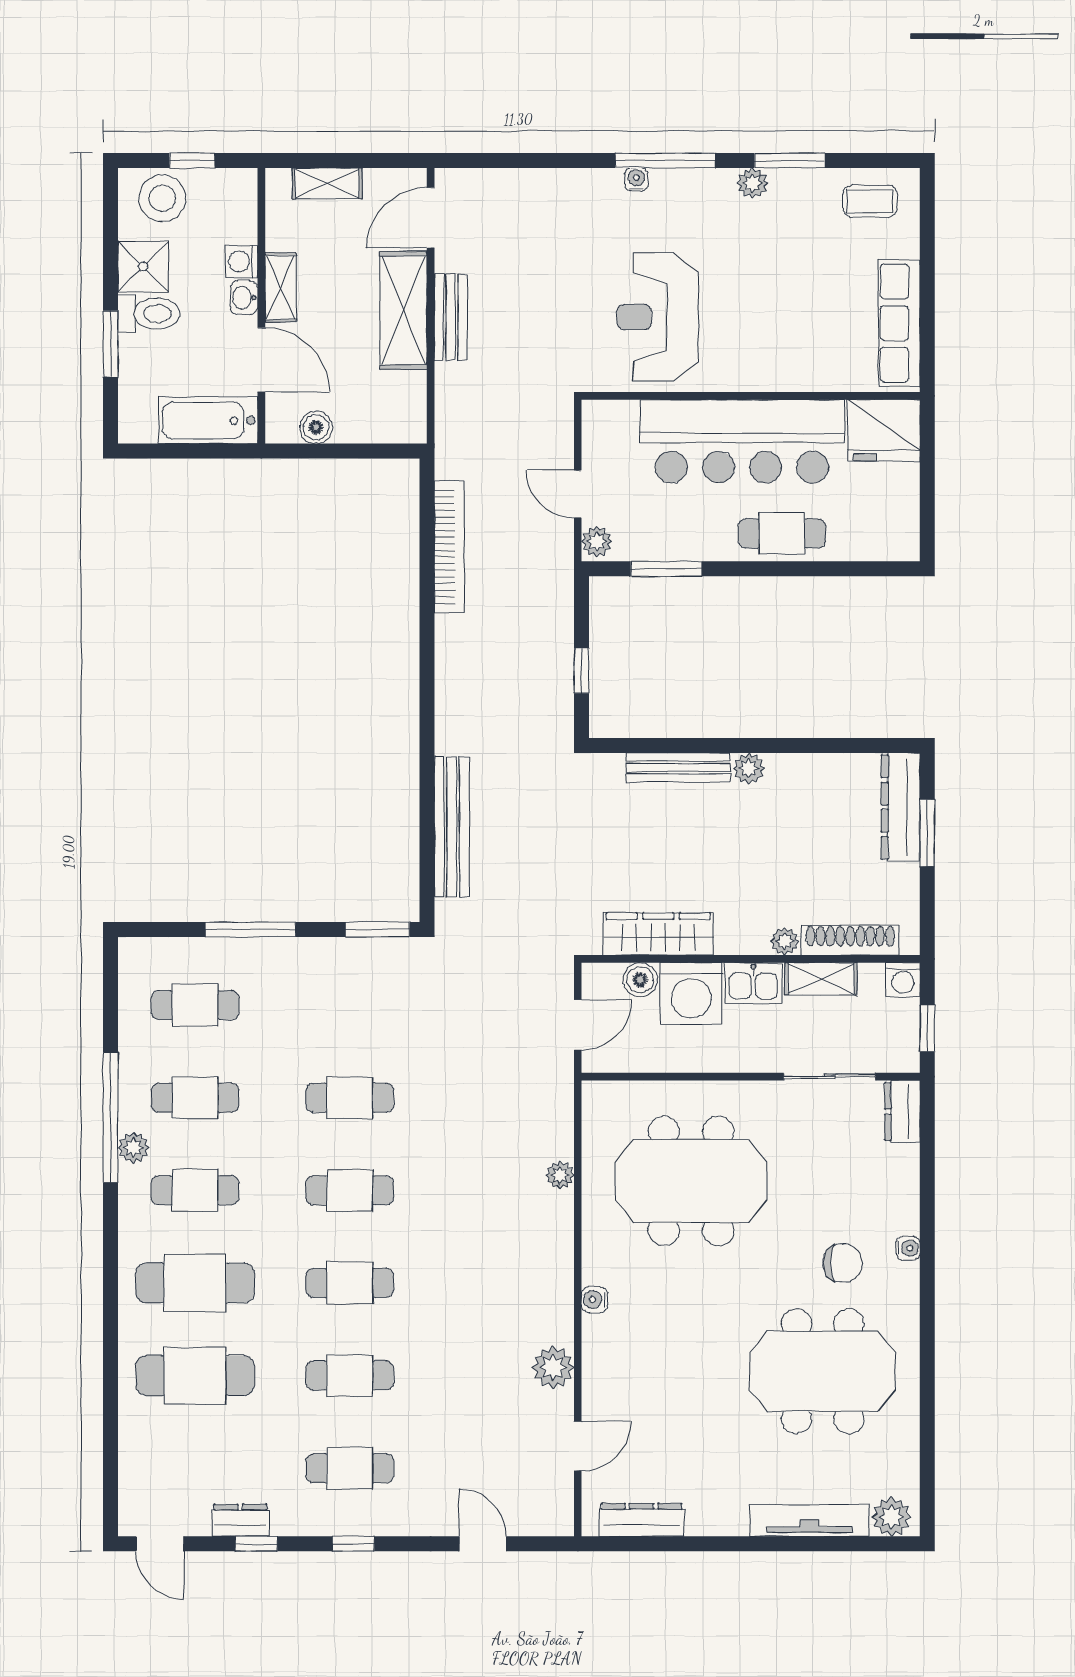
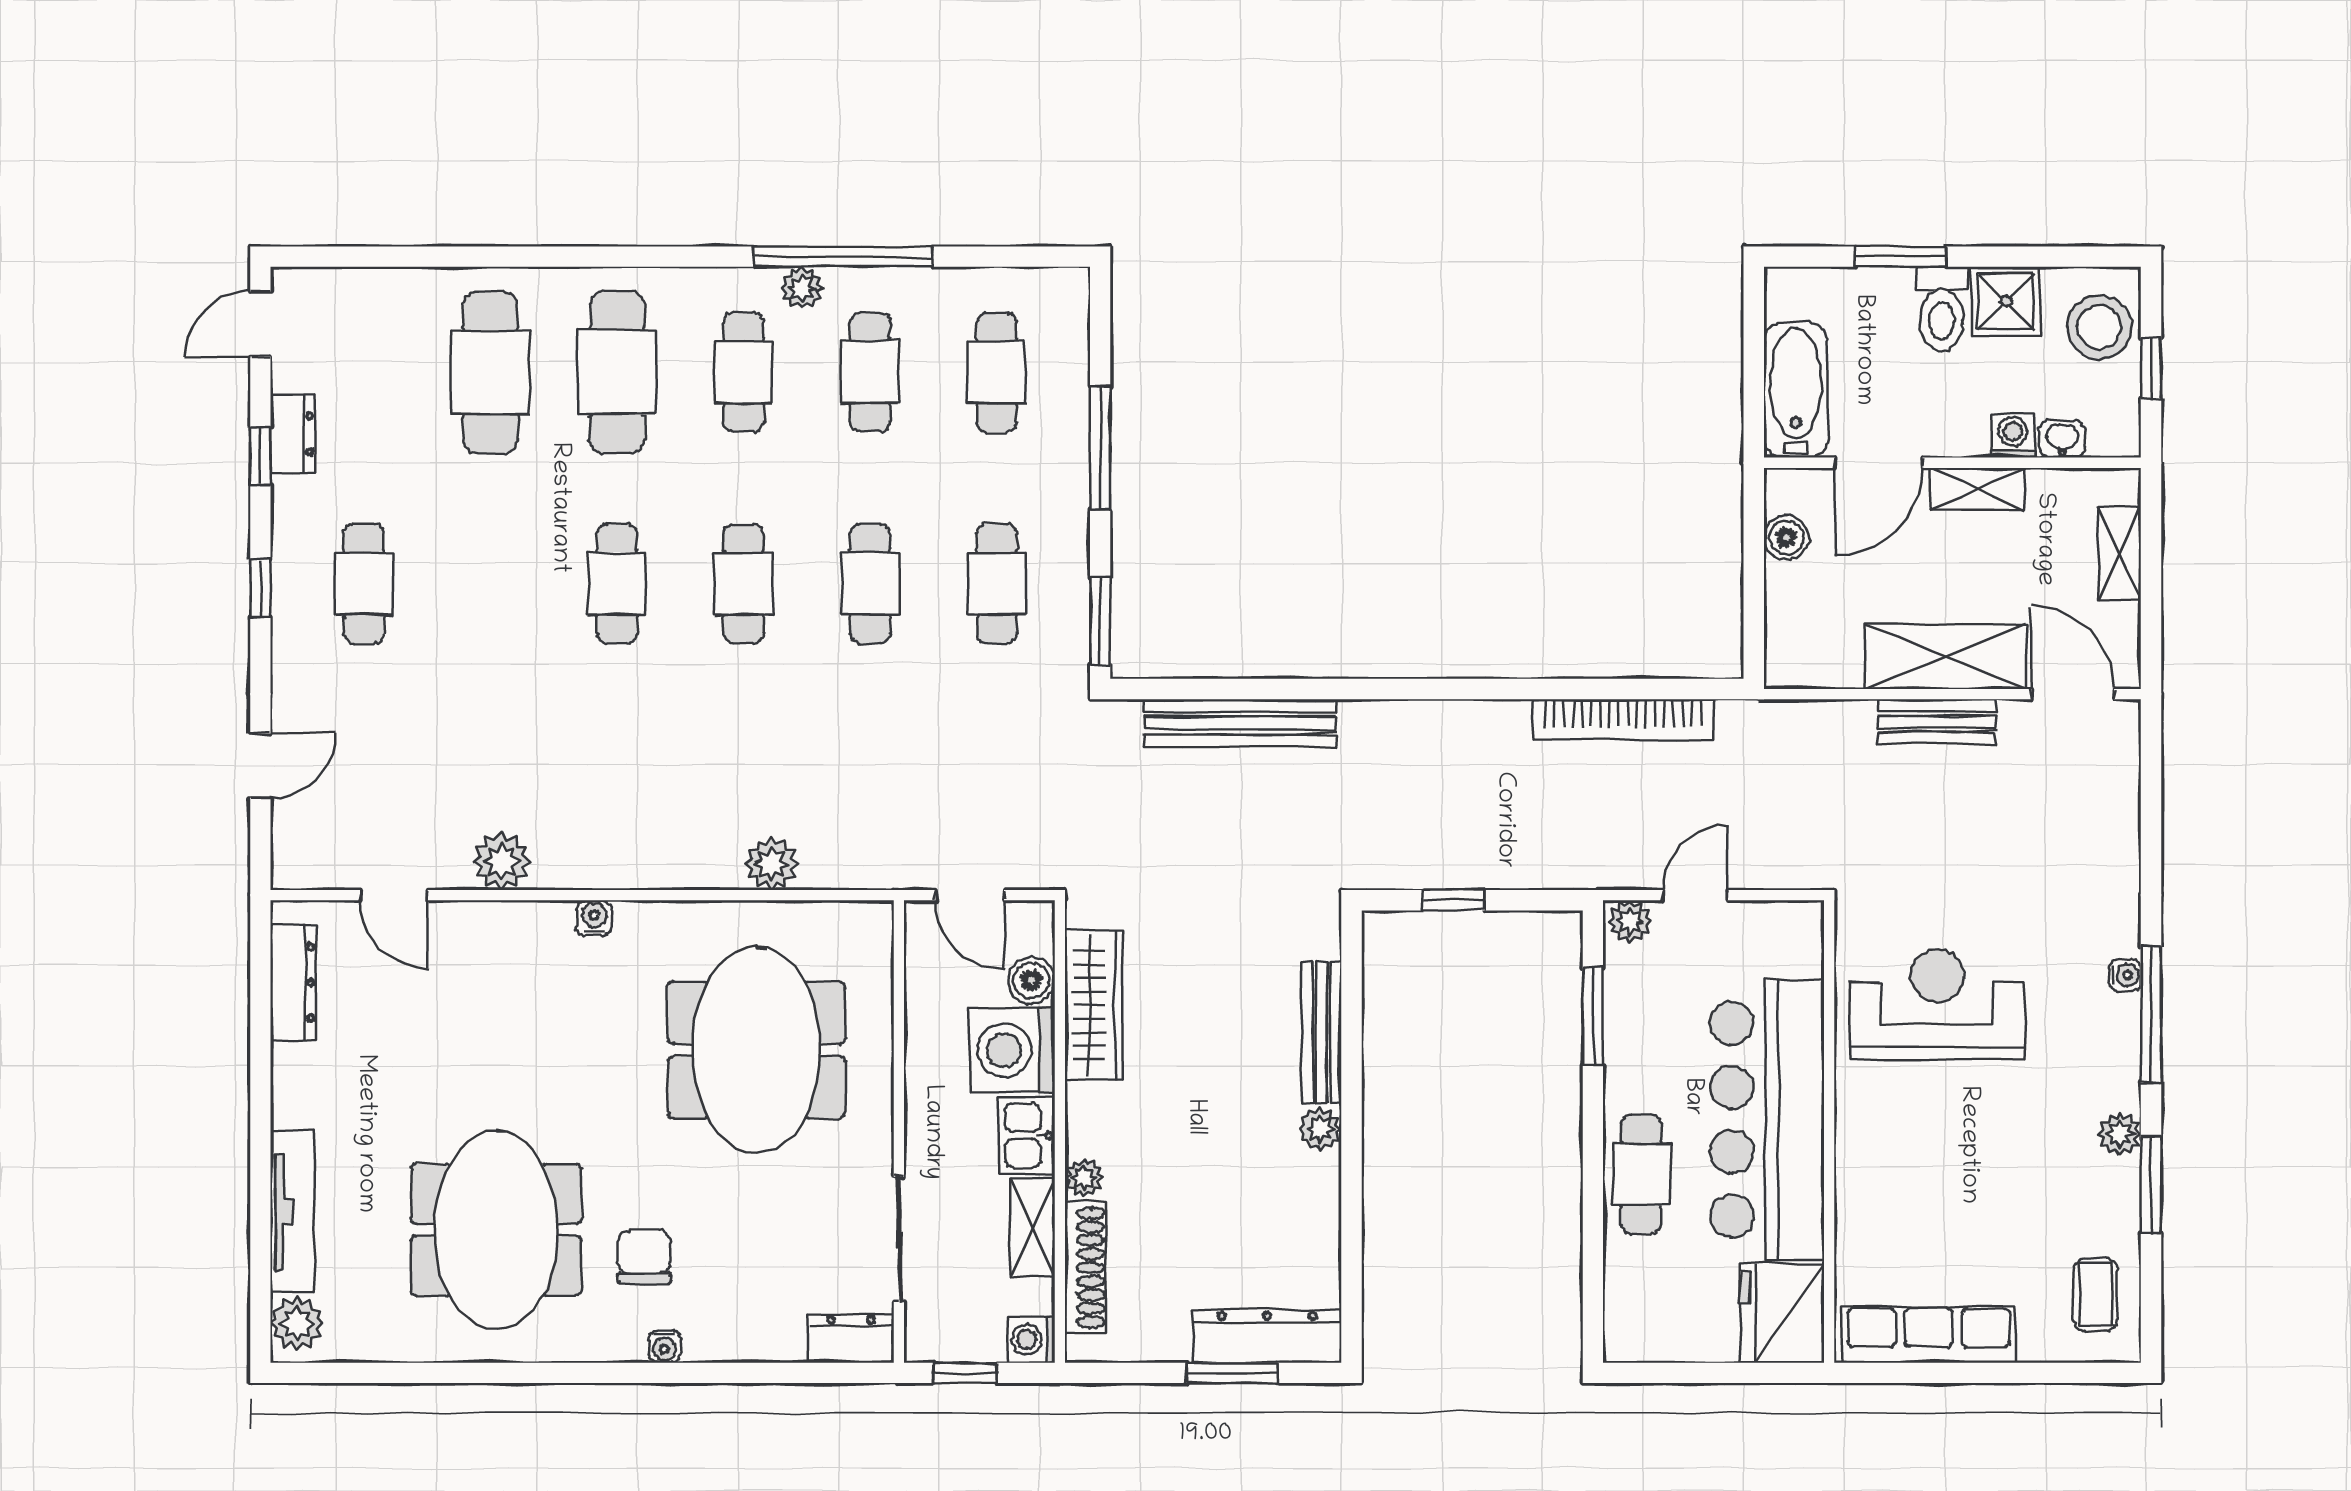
washbasin: (244, 298) -> (2062, 439), moved
plant: (560, 1175) -> (771, 864), width x1.38, depth x1.38
chair: (842, 1263) -> (644, 1257), turned 180
cafe table: (350, 1376) -> (997, 584), moved

